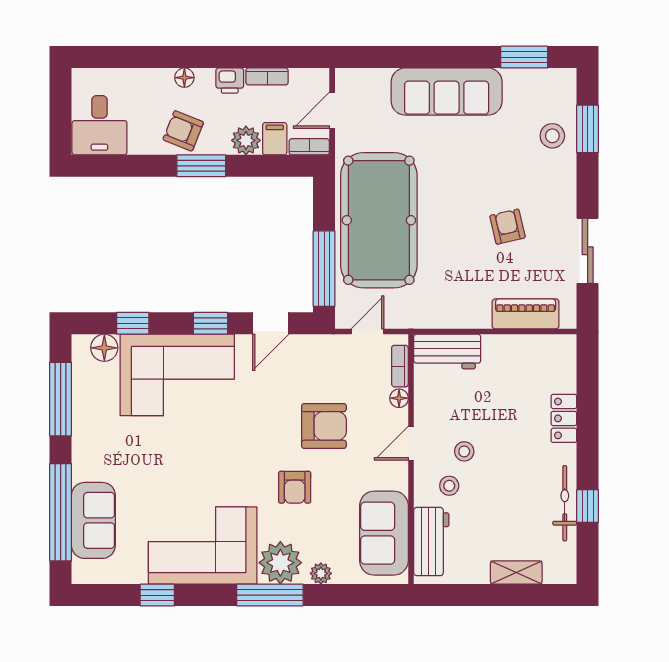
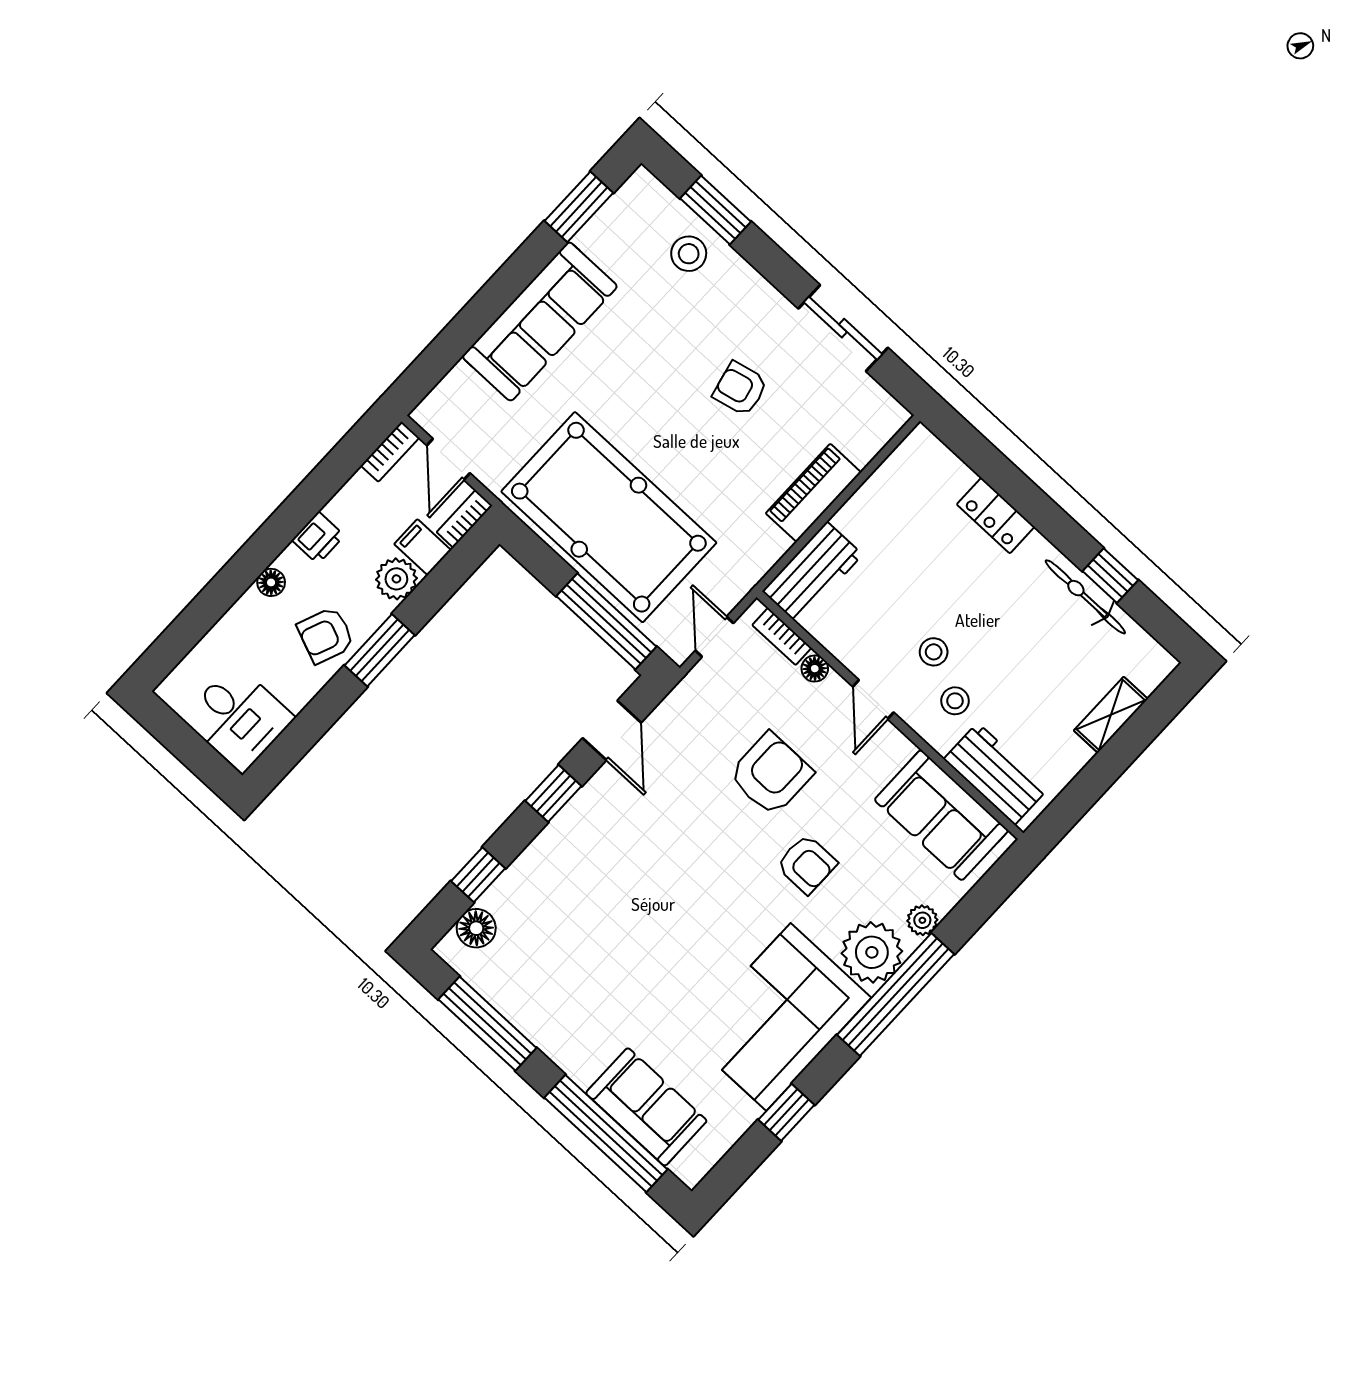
bookcase: (267, 76) -> (390, 452), moved
piano: (526, 314) -> (813, 493), moved
corner sofa: (177, 375) -> (575, 878), removed
window: (270, 595) -> (896, 994), width x1.46

